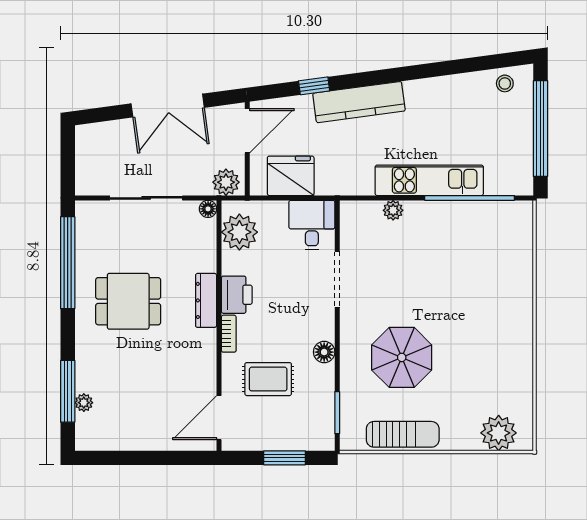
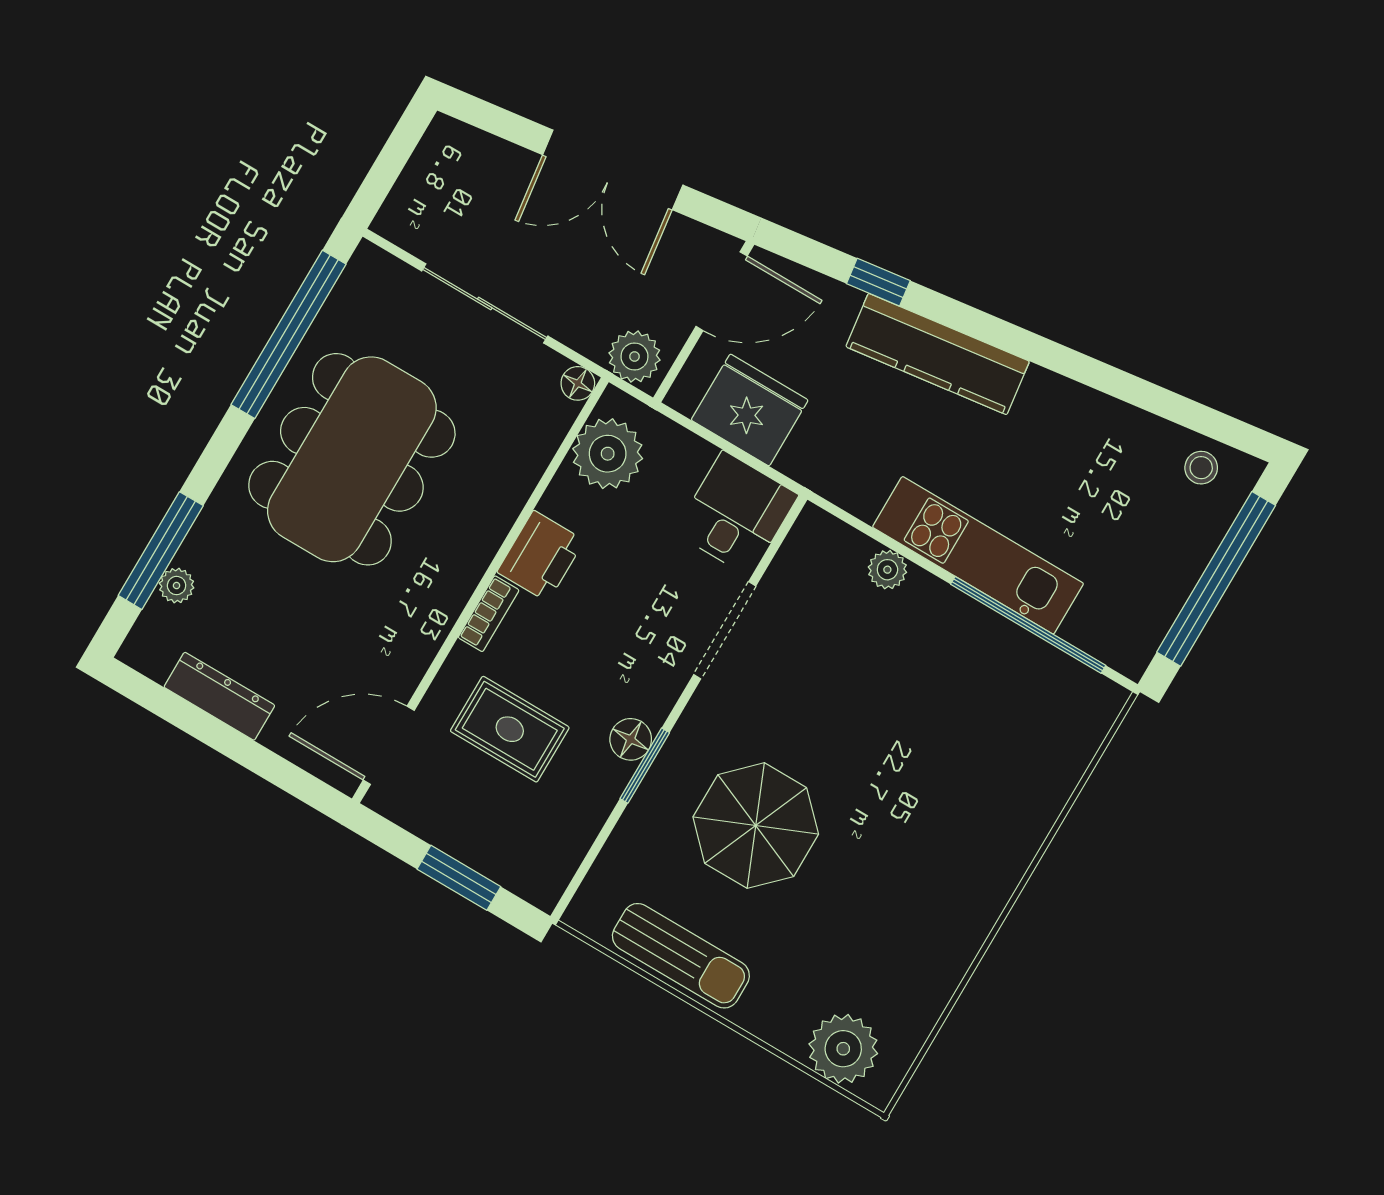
dresser: (206, 300) -> (219, 696), moved, turned 90
dining table: (128, 301) -> (352, 459), width x1.88, depth x1.24
window: (337, 413) -> (645, 766), moved

